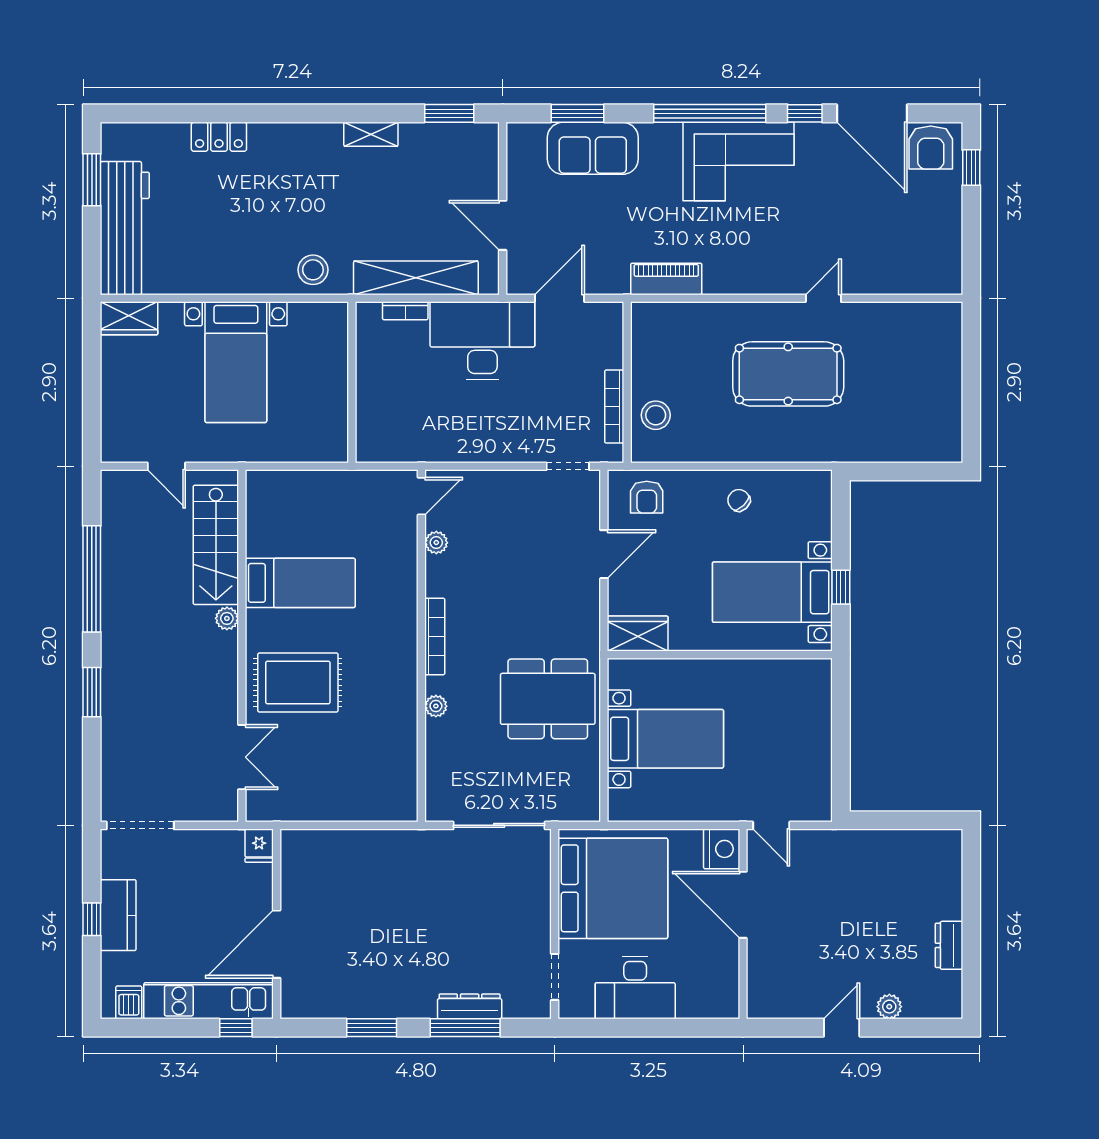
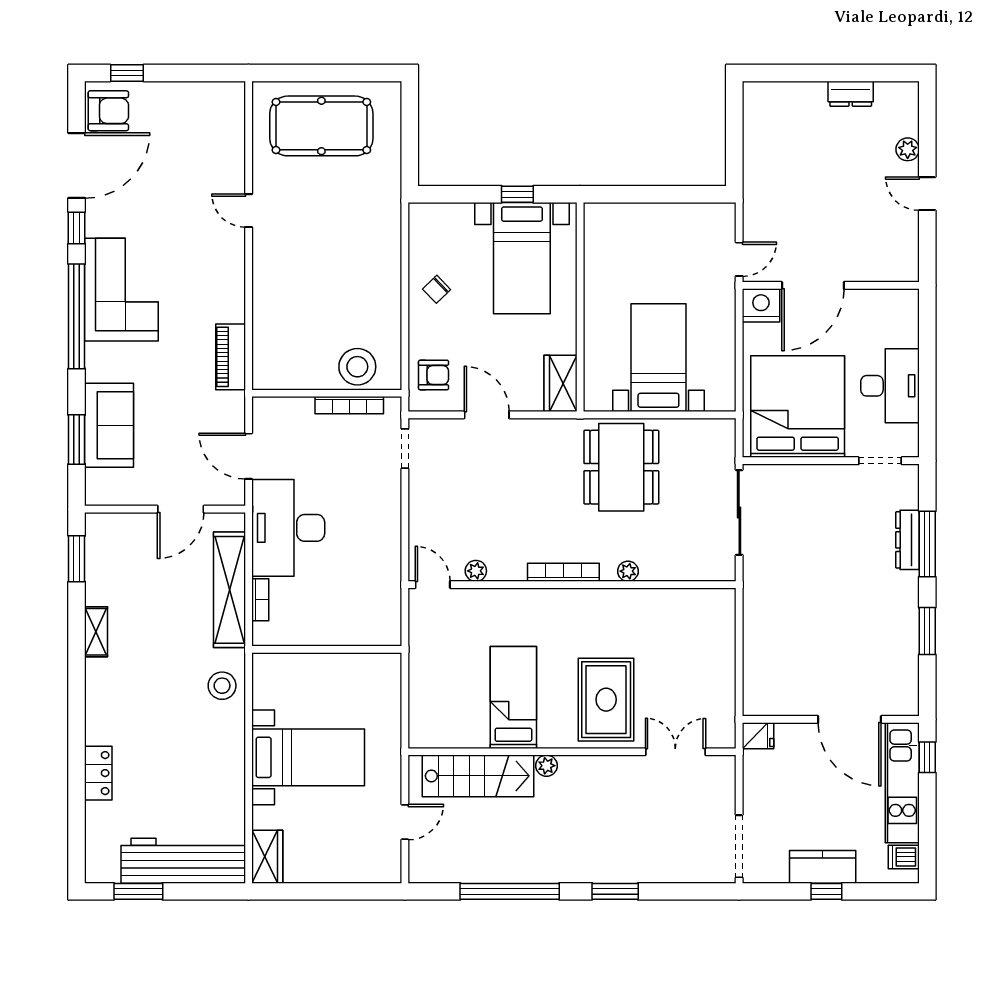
pool table: (788, 374) -> (321, 126), moved, turned 90
stool: (656, 415) -> (357, 367), width x1.38, depth x1.38

